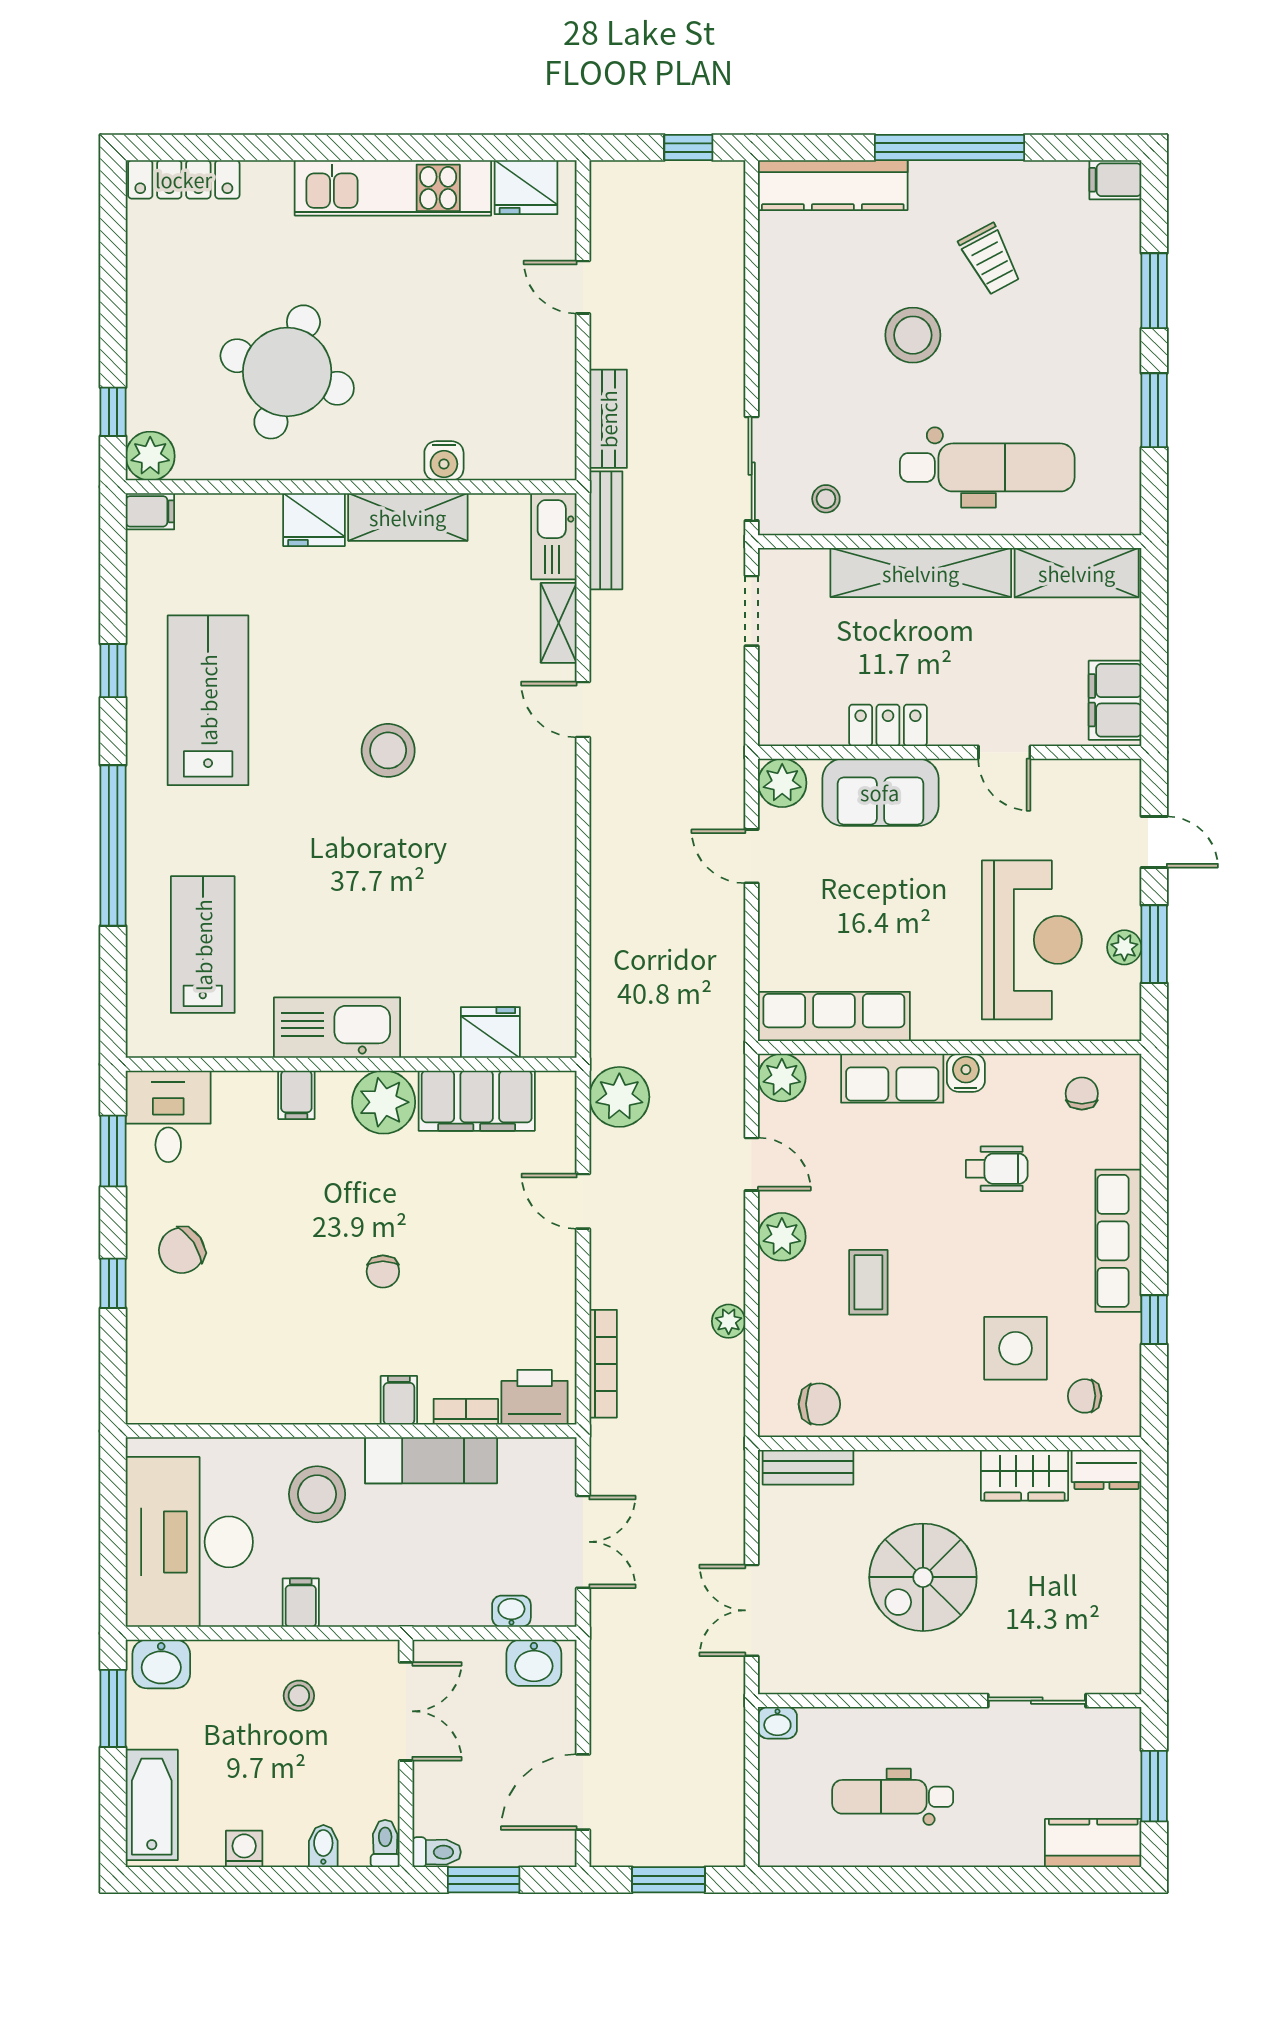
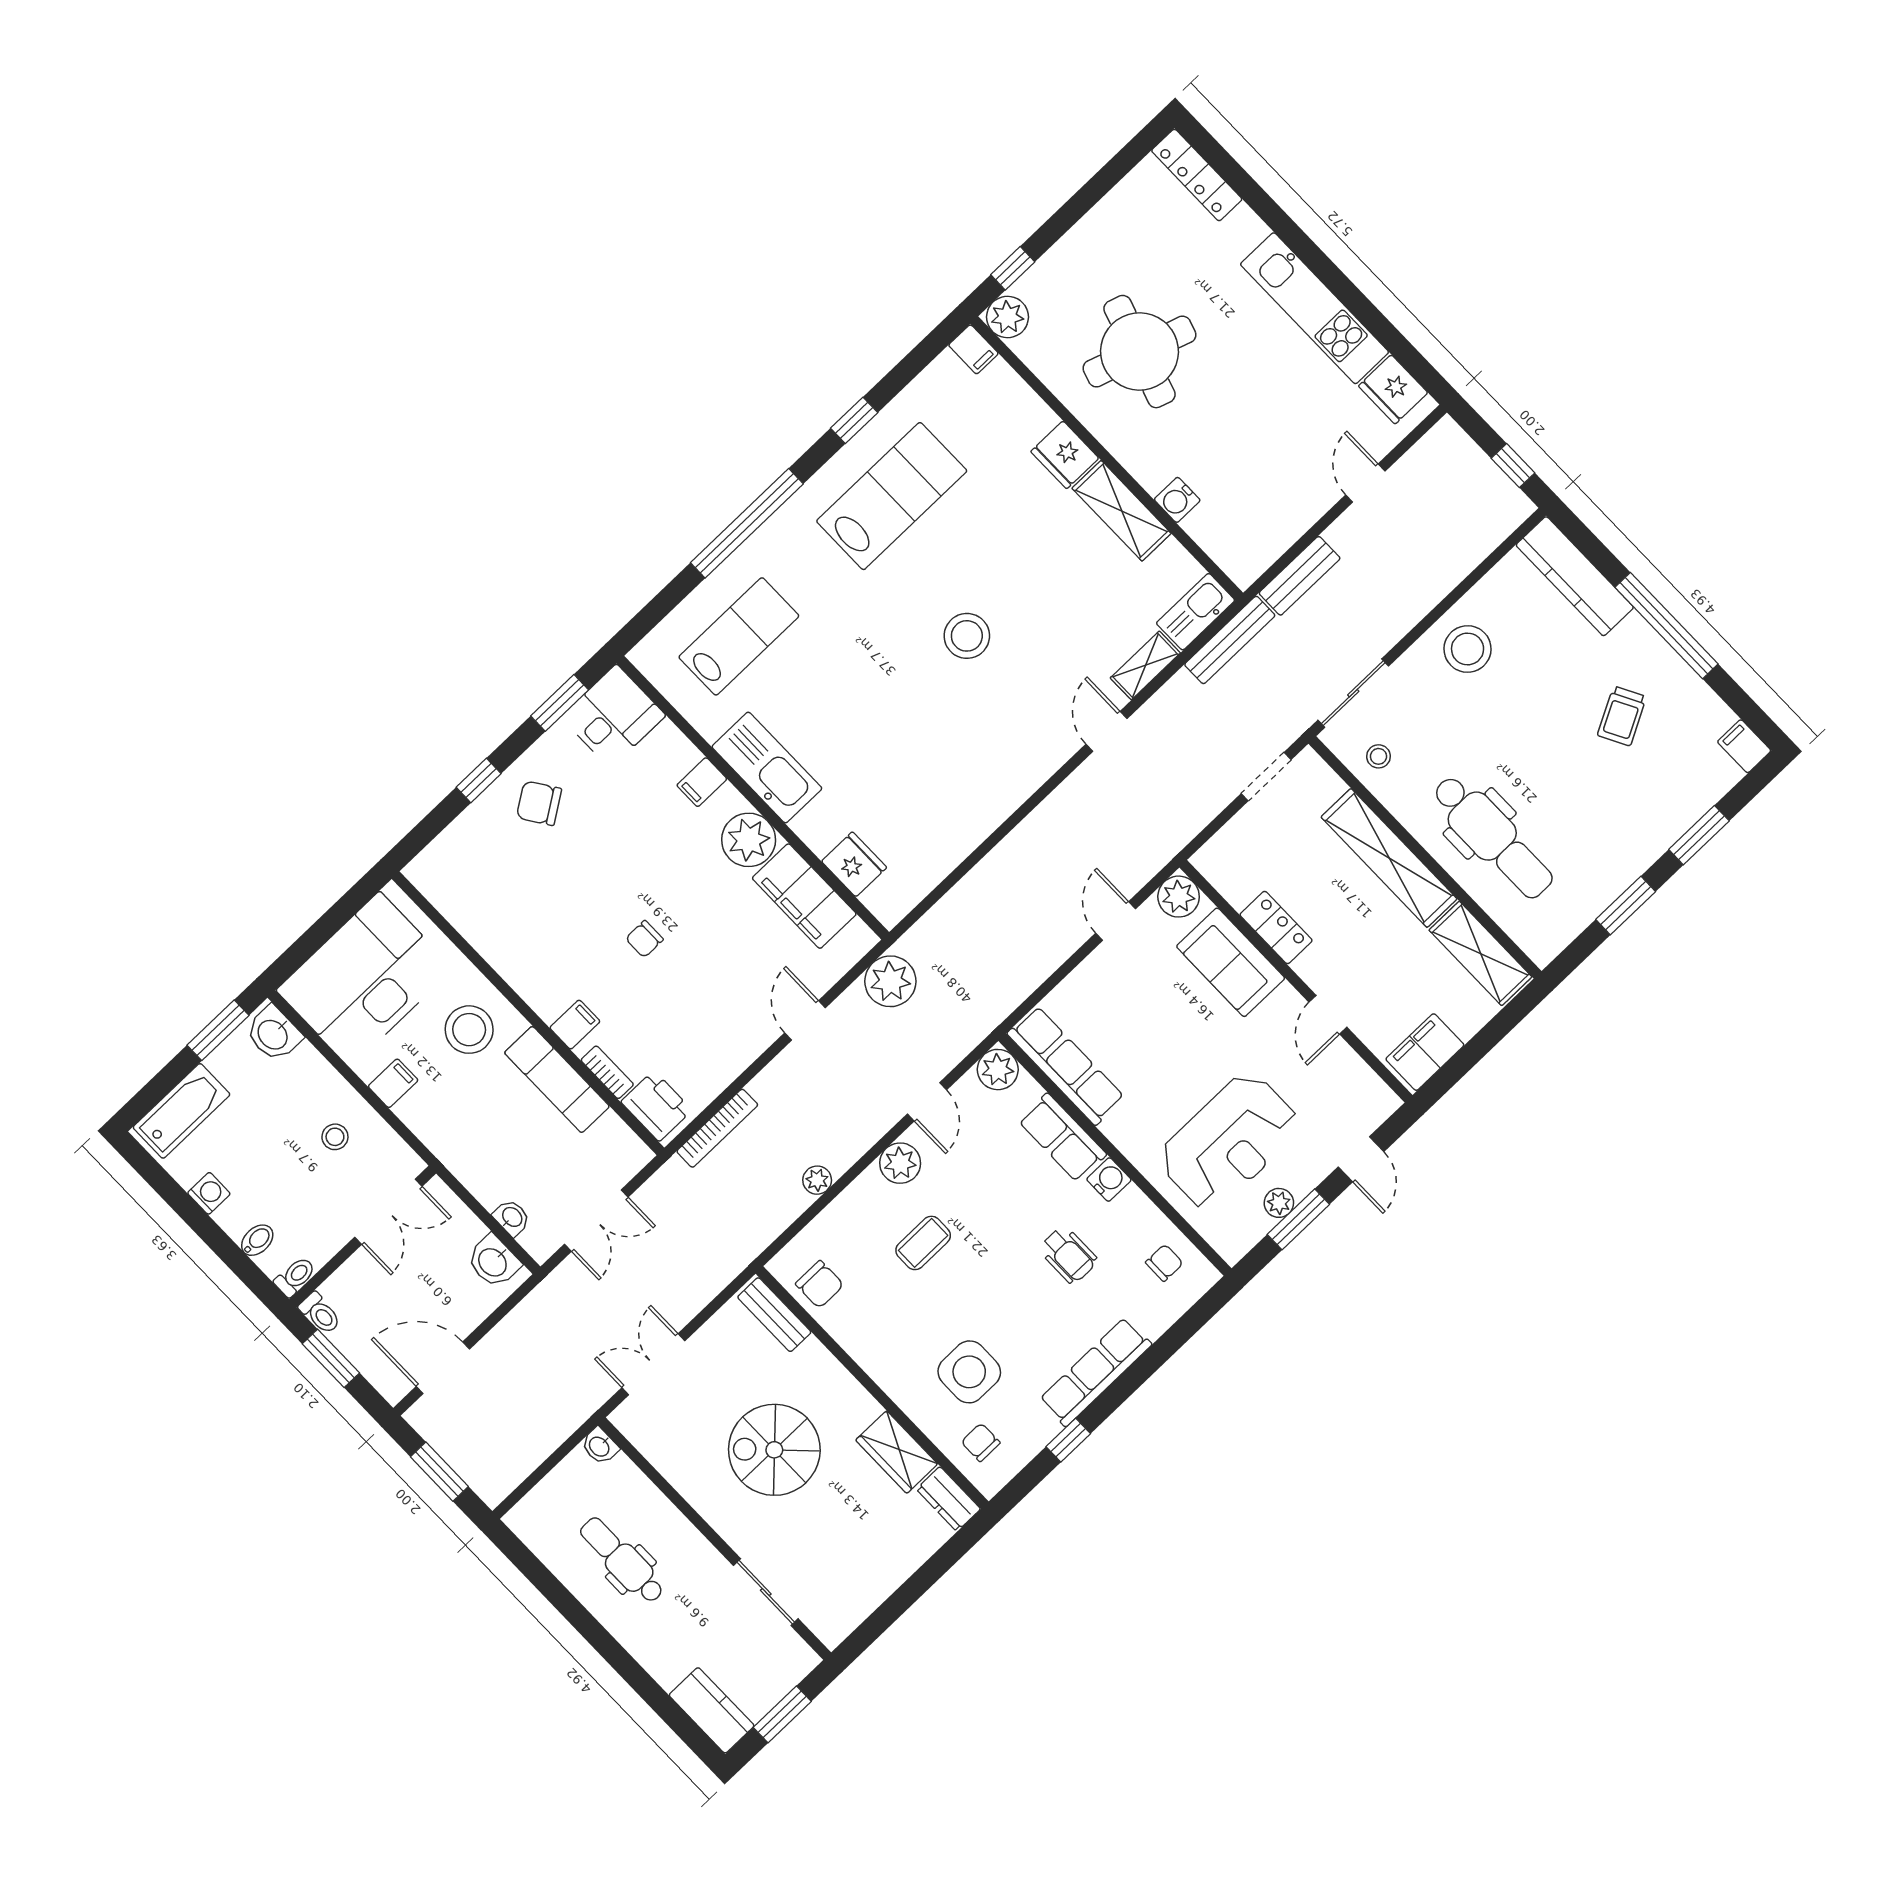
stool: (913, 335) -> (1468, 649), moved

